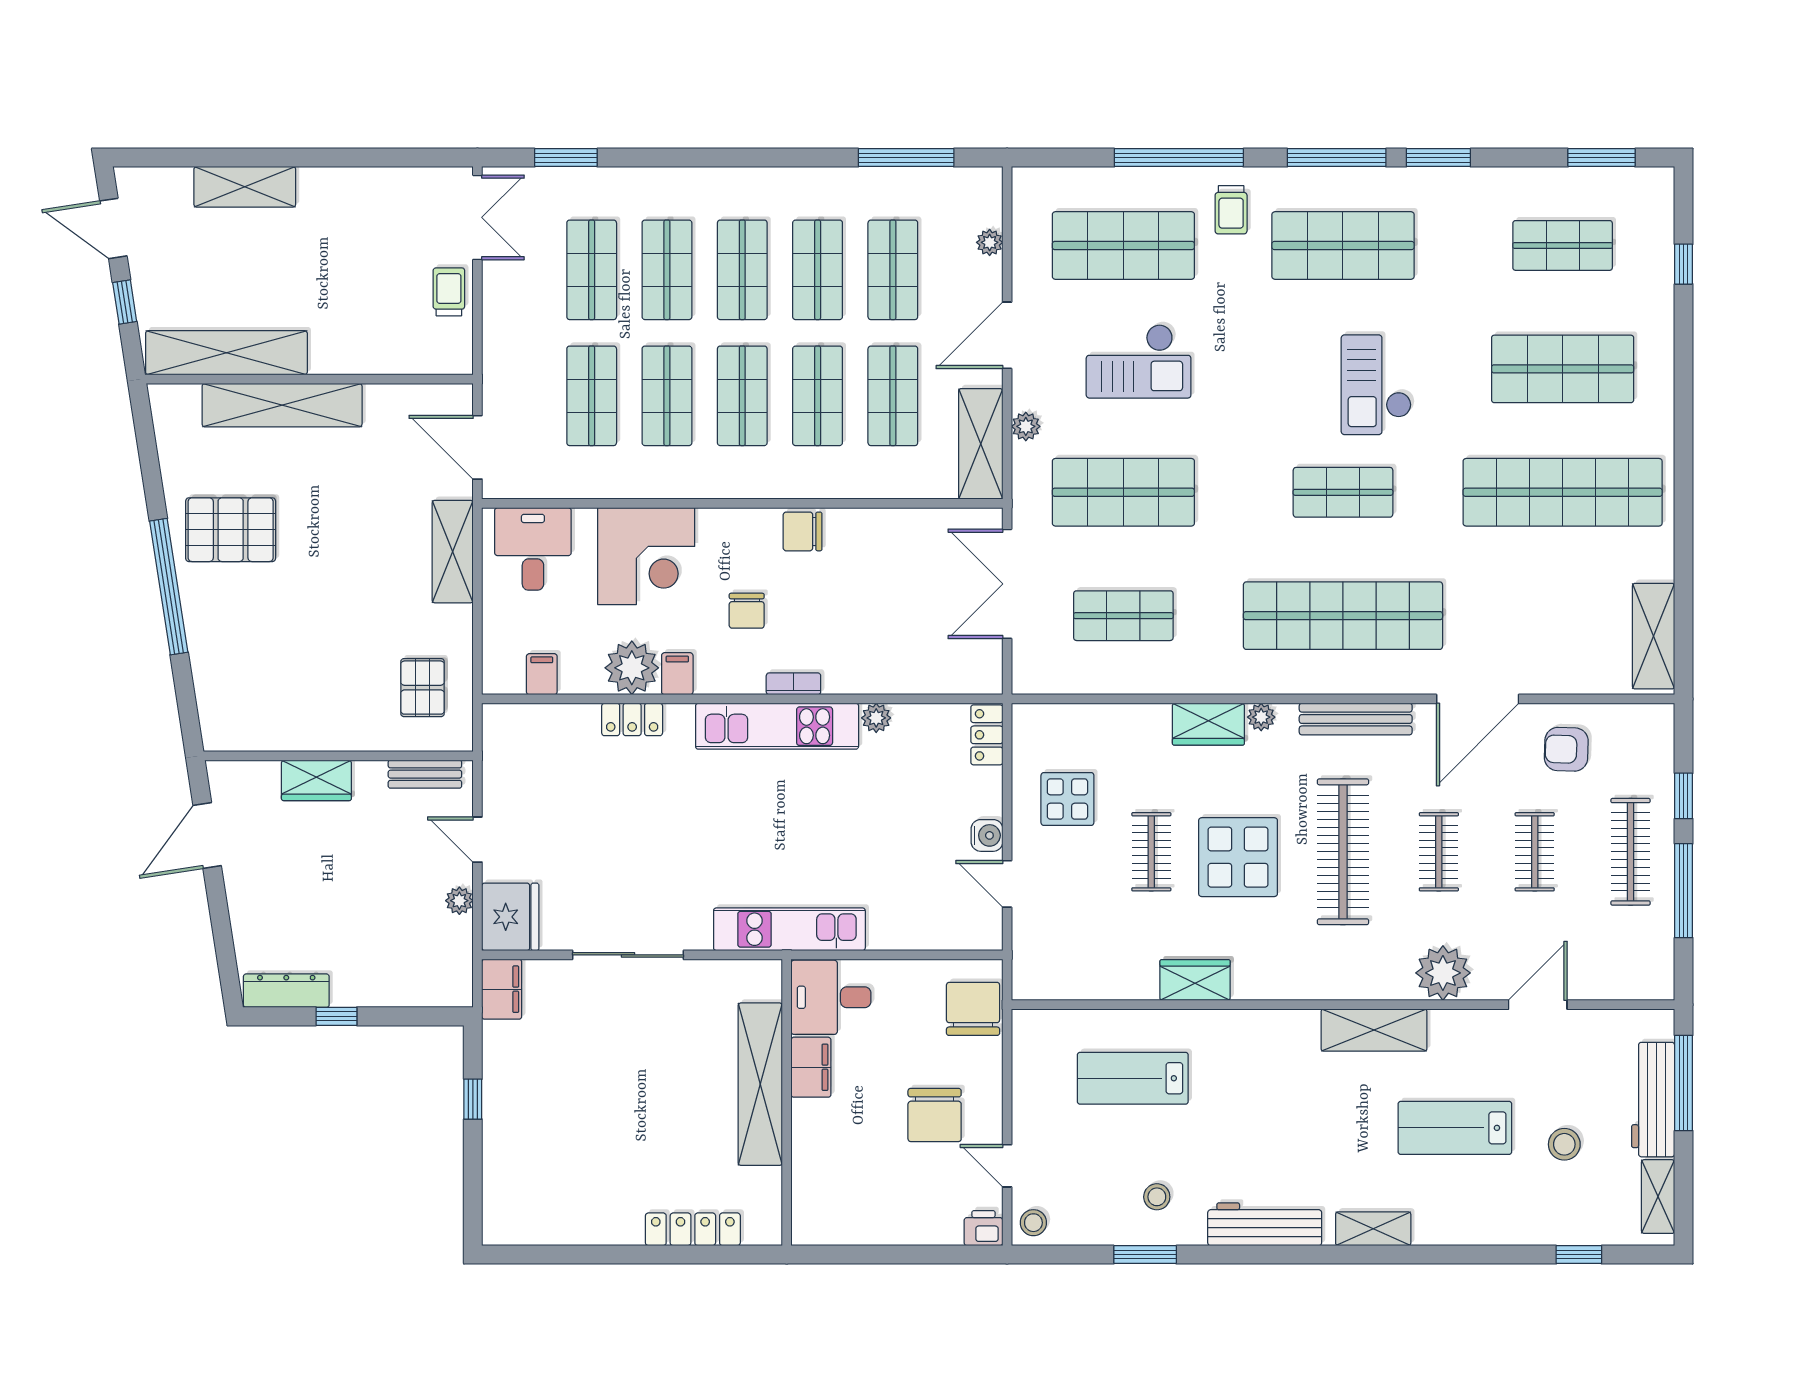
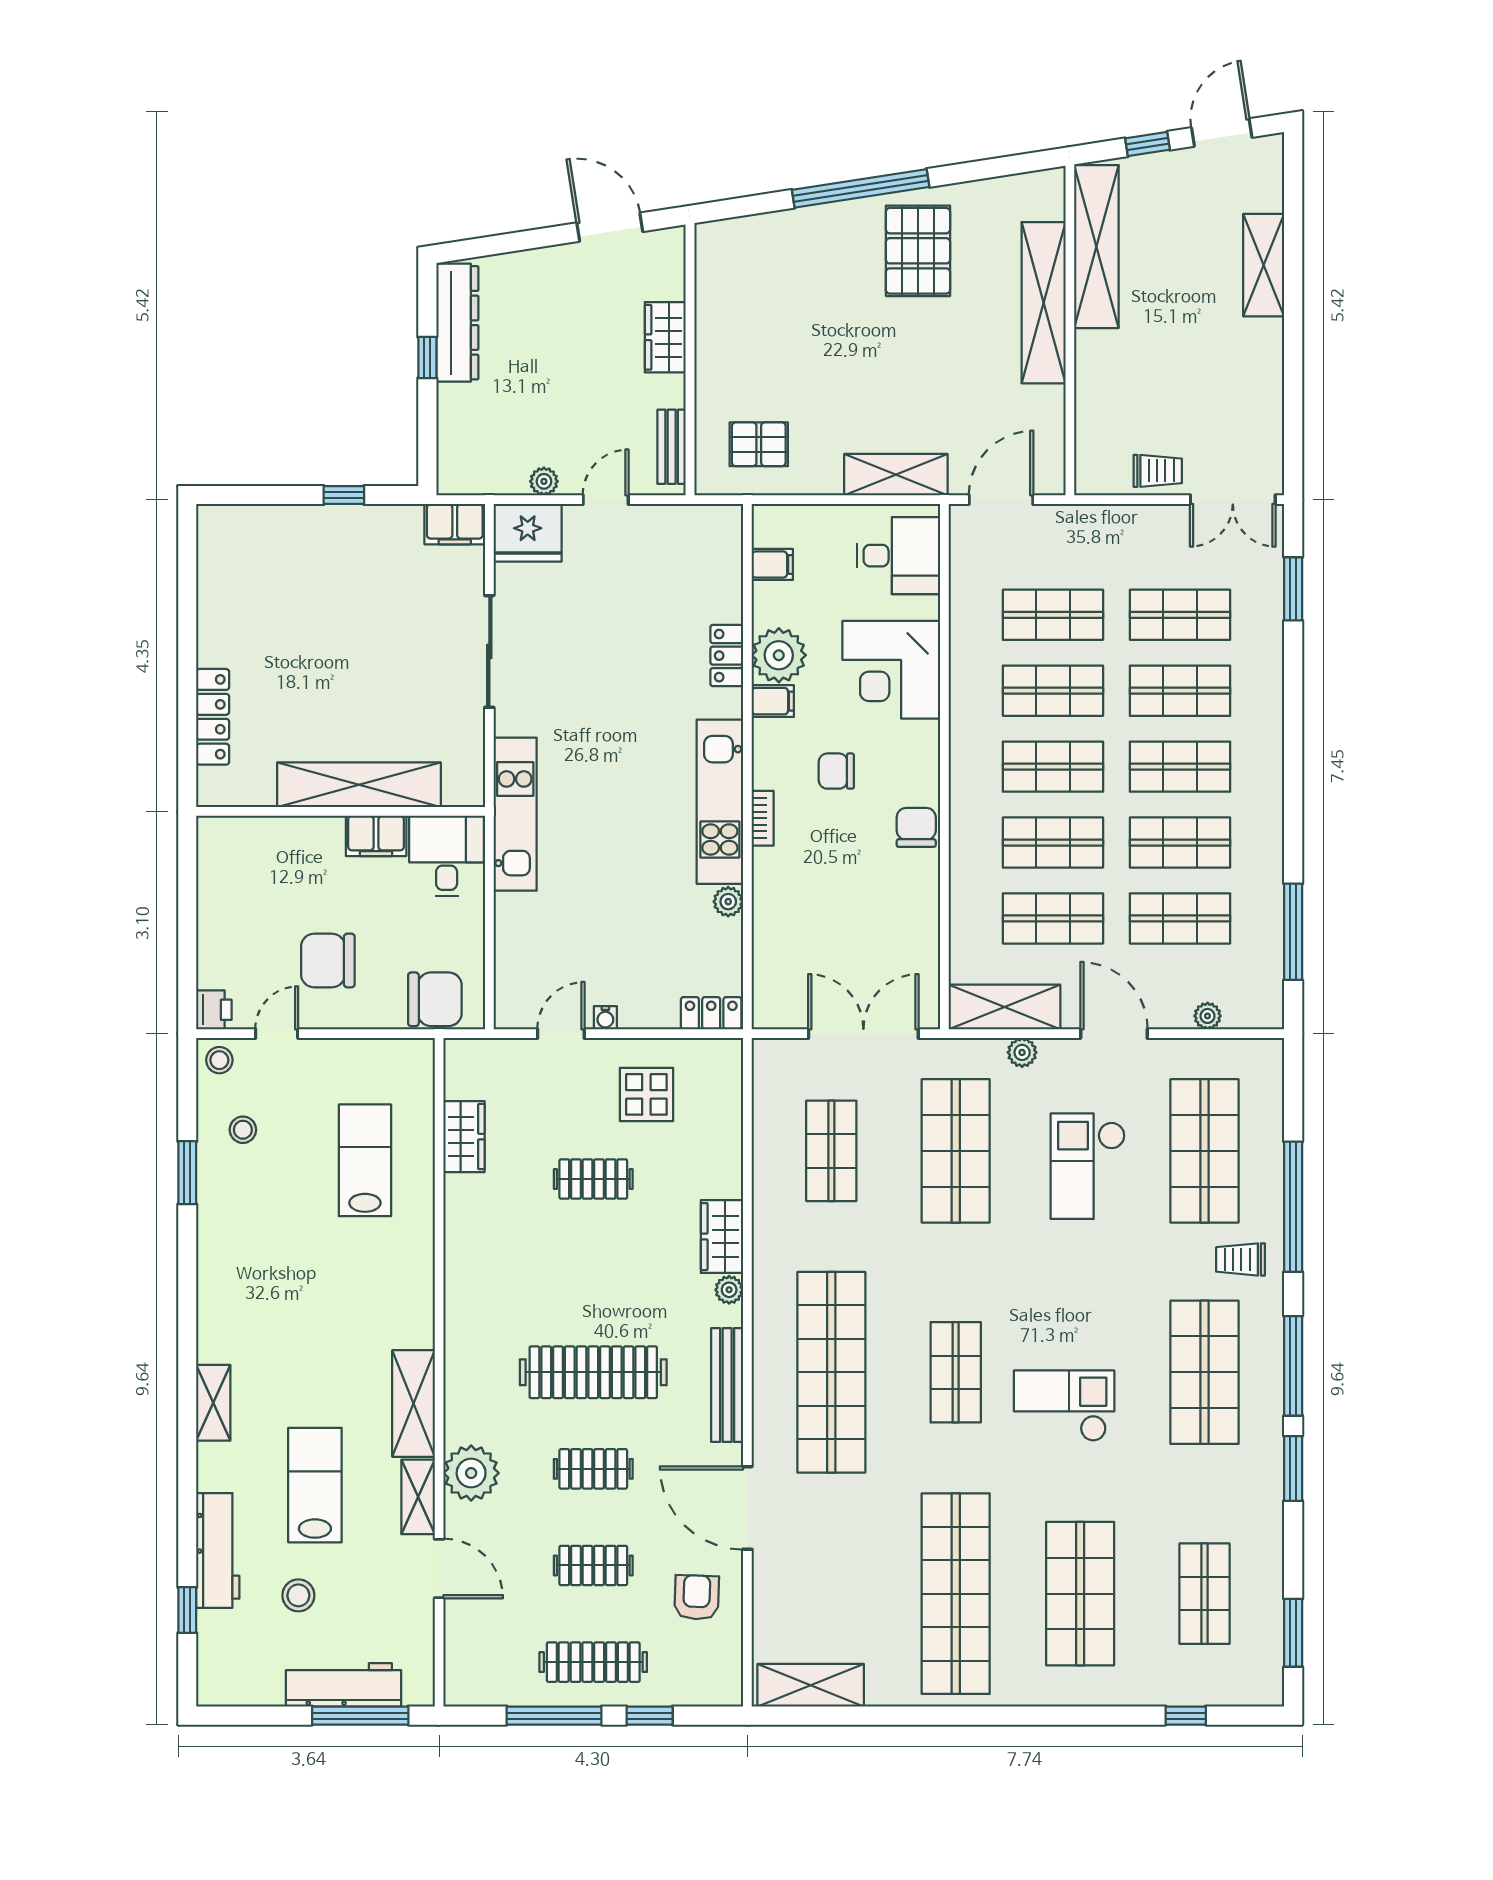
water cooler: (987, 835) -> (605, 1018), width x0.72, depth x0.72
display table: (1238, 857) -> (588, 1266), removed
wardrobe: (1195, 980) -> (464, 1137), moved
dresser: (286, 991) -> (457, 323), width x1.37, depth x1.24
stool: (1157, 1197) -> (243, 1130), moved
shelving: (1658, 1197) -> (418, 1497), moved, turned 90
workbench: (1265, 1224) -> (218, 1550), moved

